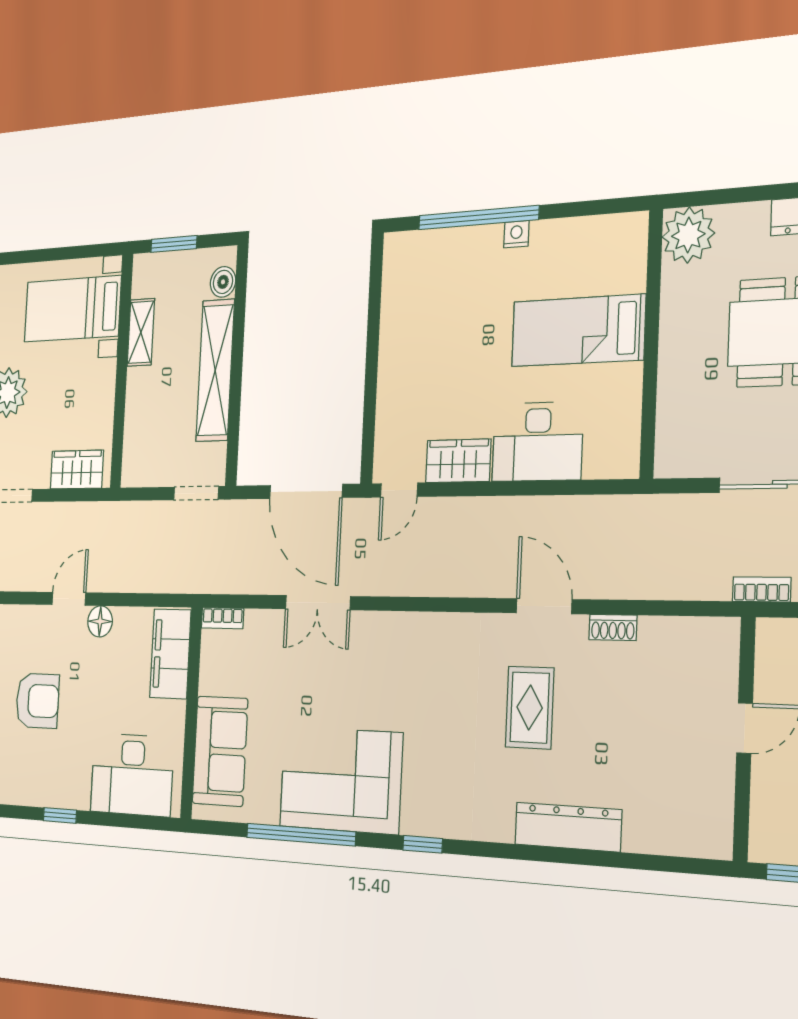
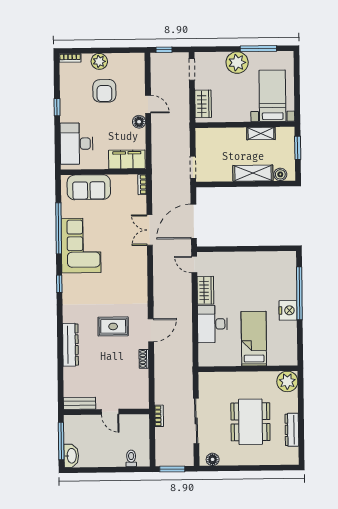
nightstand: (516, 234) -> (288, 310), width x1.89, depth x1.79
shelving: (215, 370) -> (253, 173), width x0.68
bench: (718, 814) -> (79, 403), added

